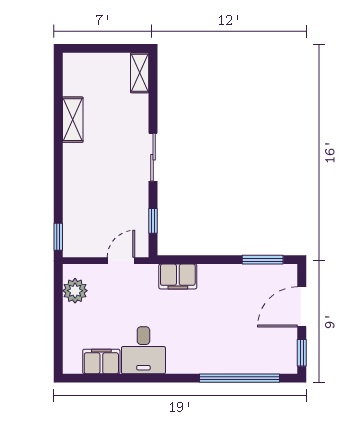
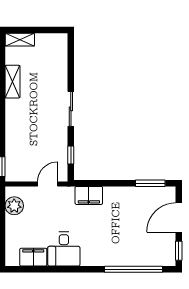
shelving: (140, 73) -> (20, 40), moved, turned 90

